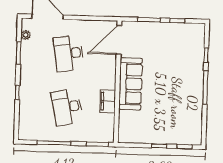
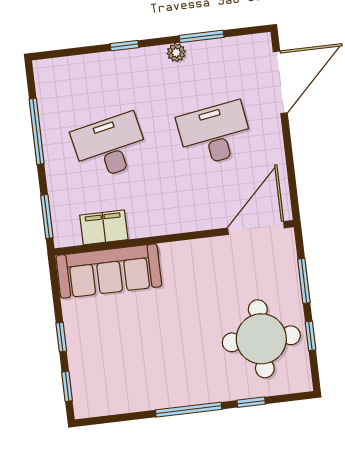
plant: (26, 35) -> (176, 53), moved
door: (119, 40) -> (256, 228), hinge flipped
round table: (175, 46) -> (261, 339), added
sofa: (131, 84) -> (109, 271), moved
filing cabinet: (108, 101) -> (104, 227), moved

